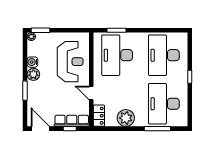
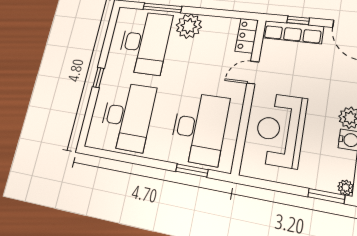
door: (91, 93) -> (253, 73), swing flipped
plant: (126, 118) -> (189, 26), moved

